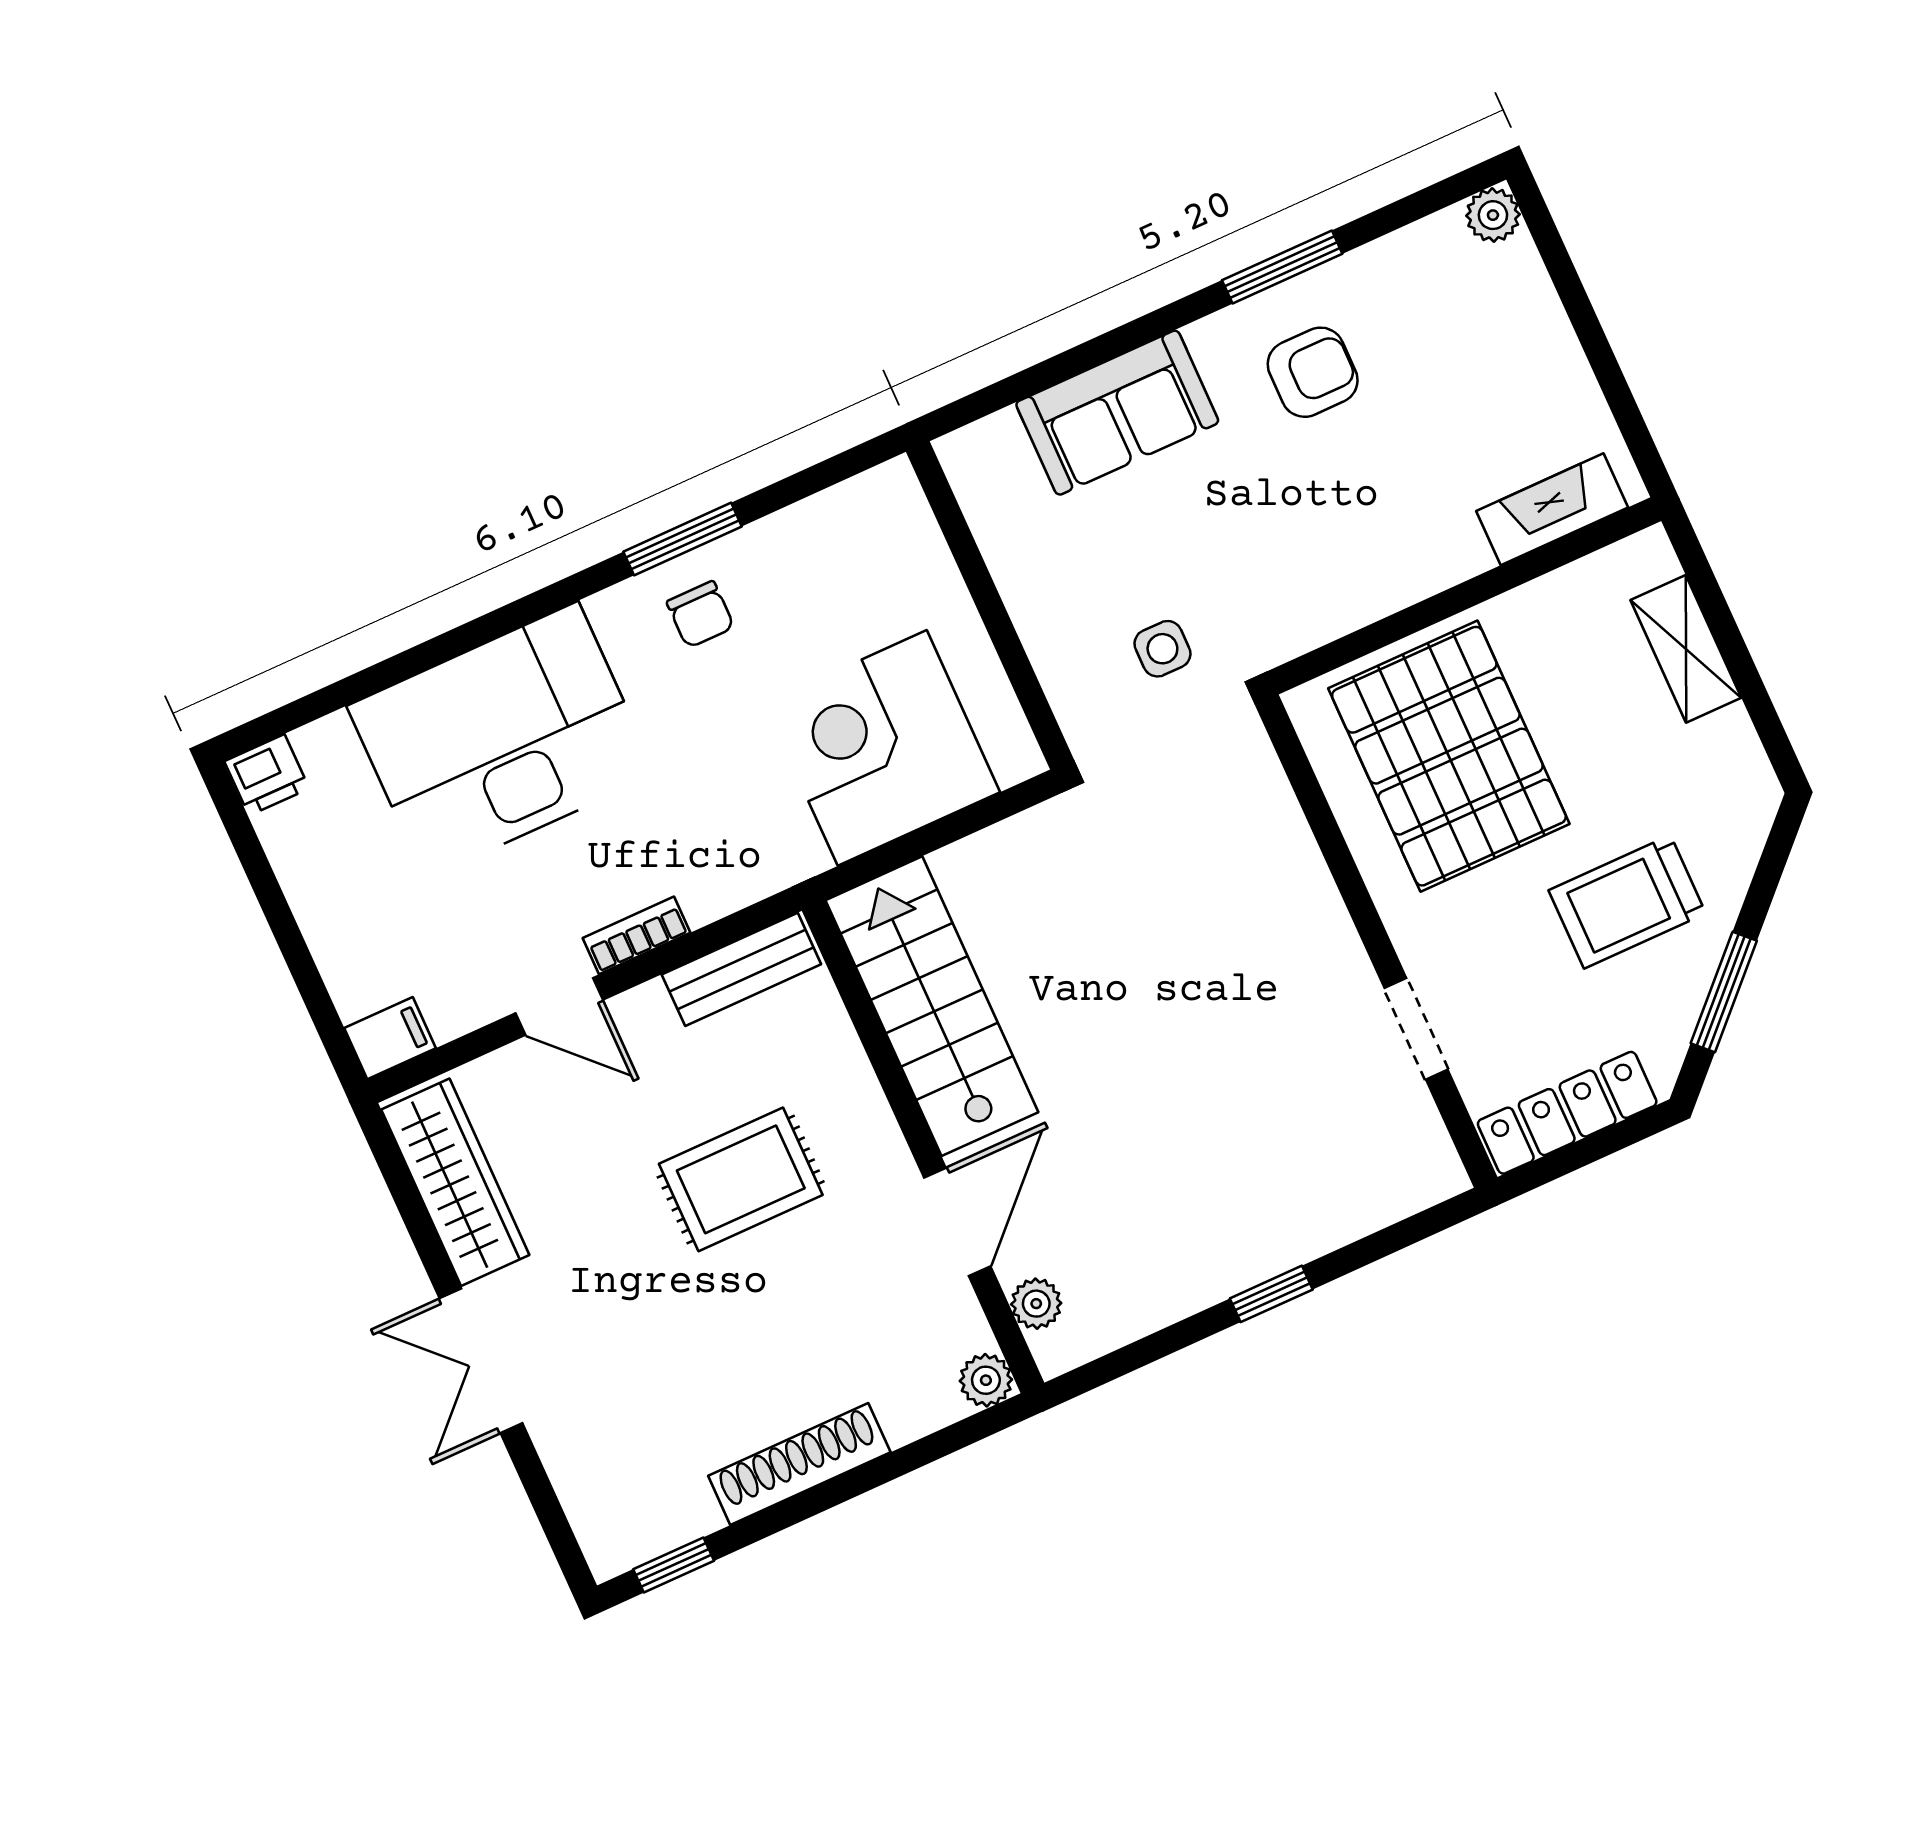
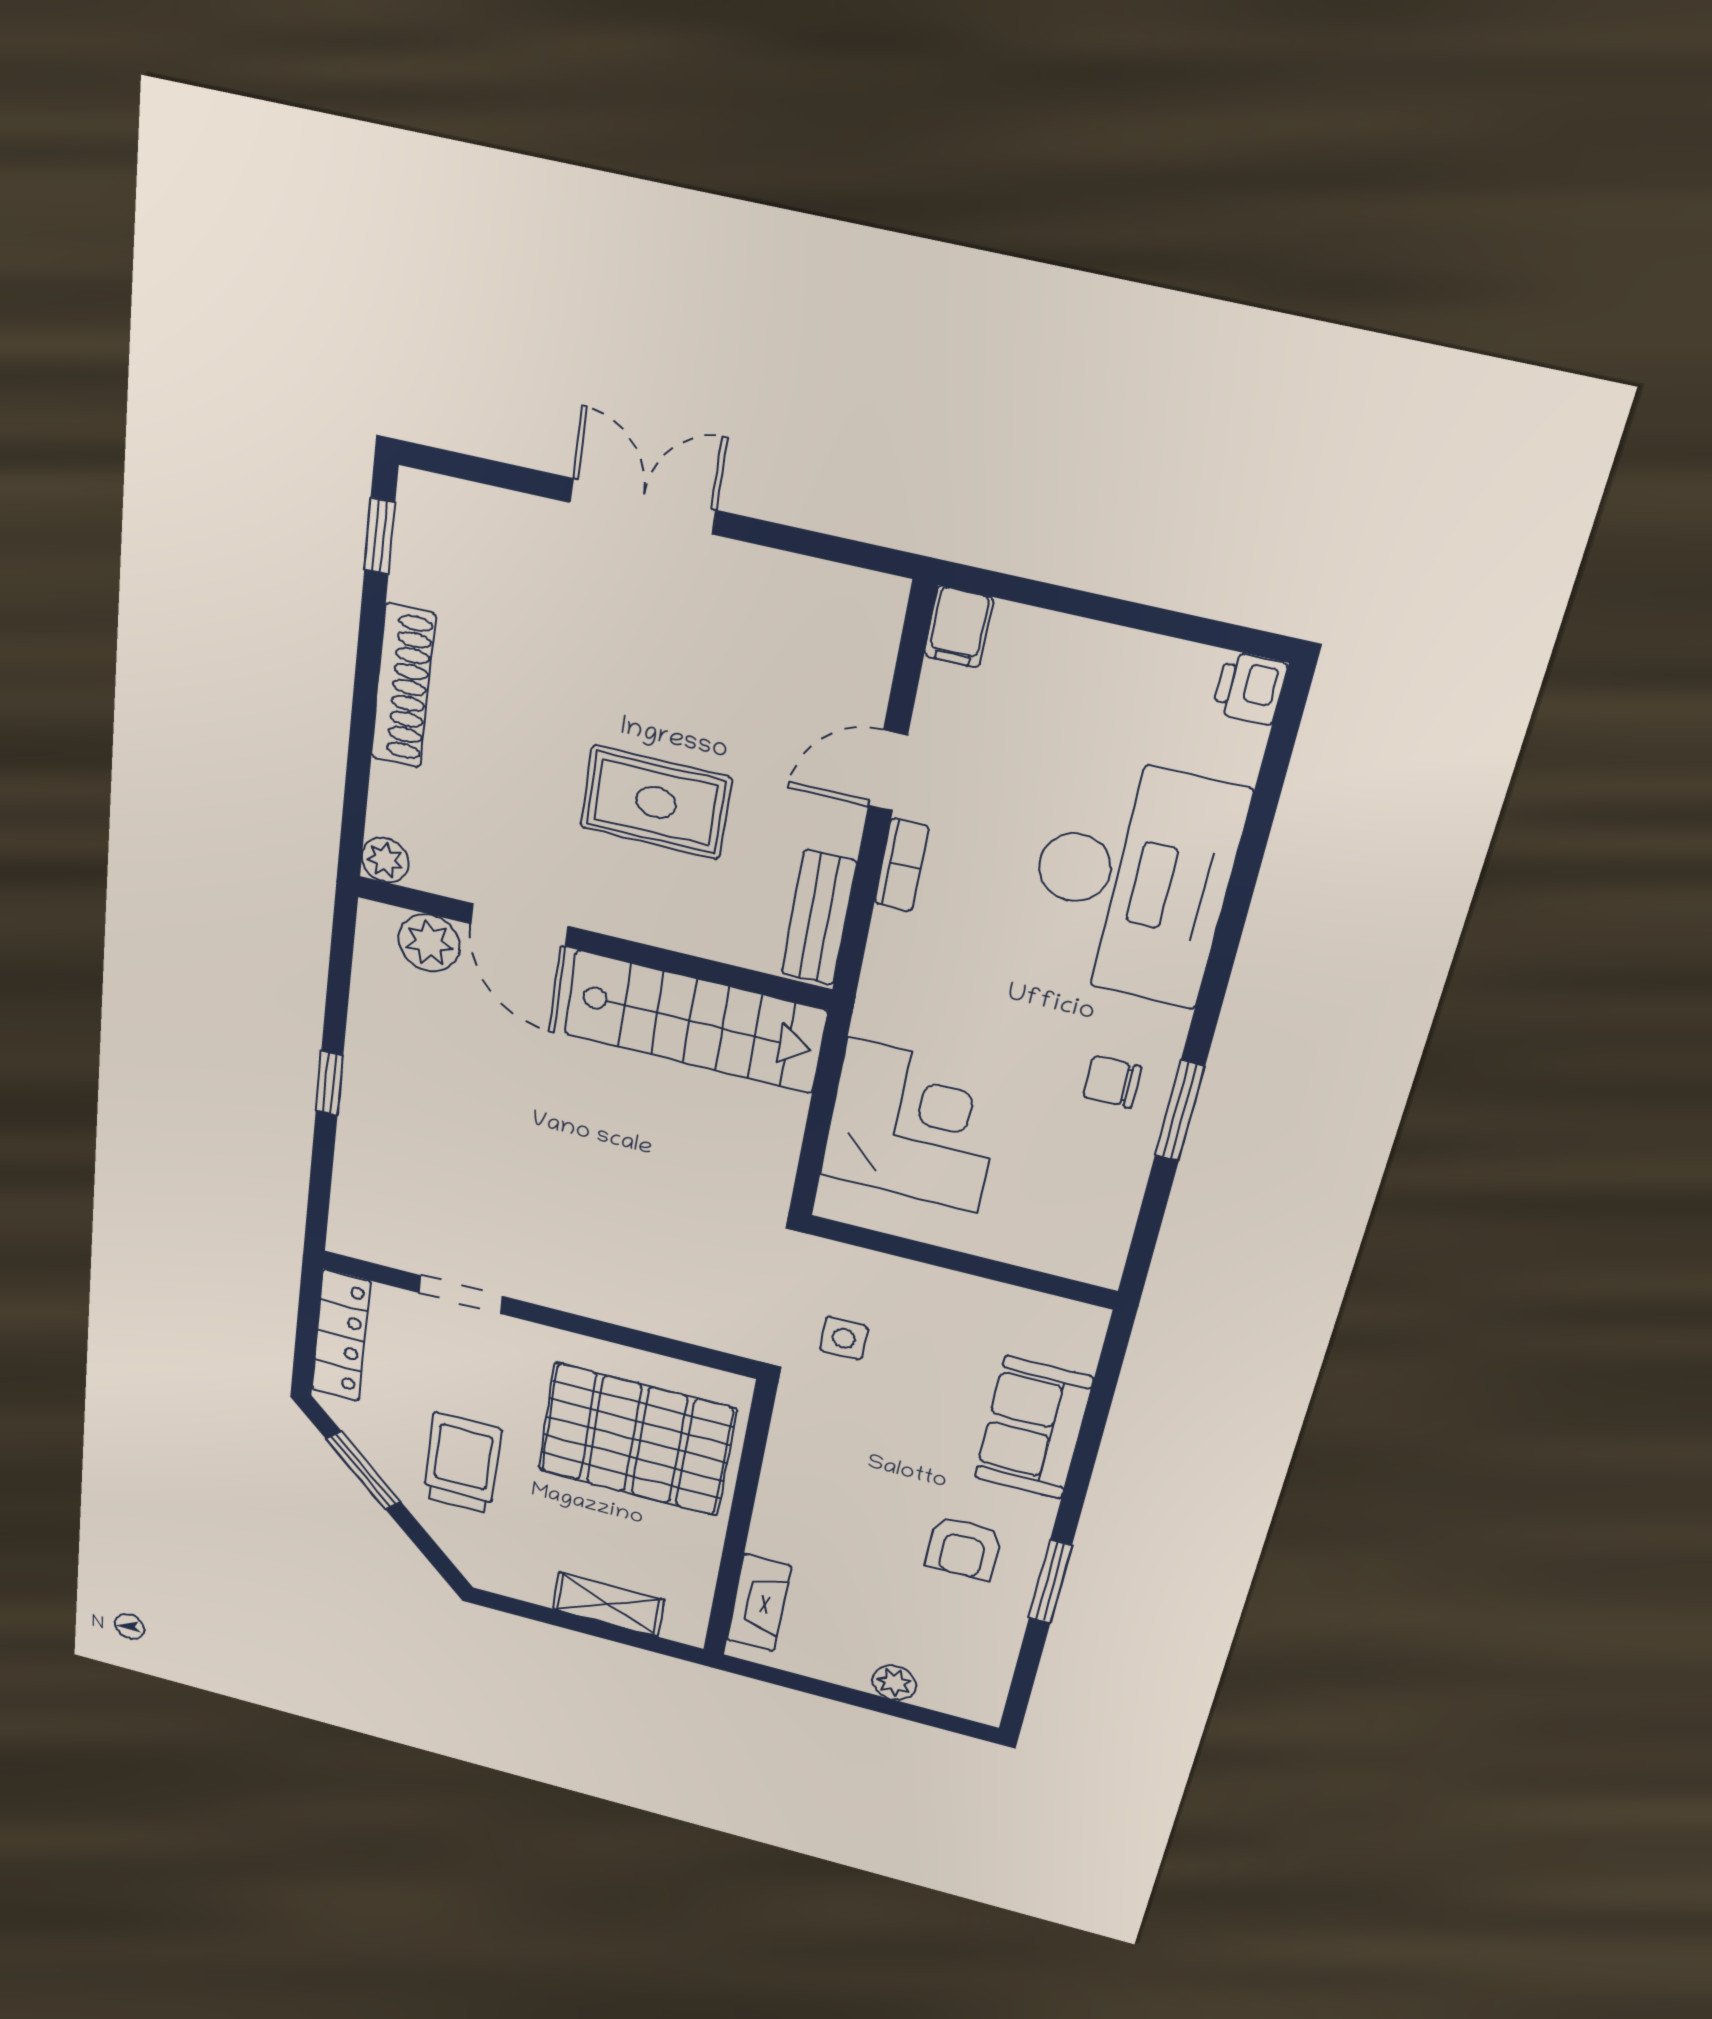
plant: (1493, 215) -> (894, 1683), moved
rug: (741, 1179) -> (656, 802), turned 90
wardrobe: (455, 1182) -> (804, 592), removed
plant: (1036, 1304) -> (429, 943), width x1.38, depth x1.38

